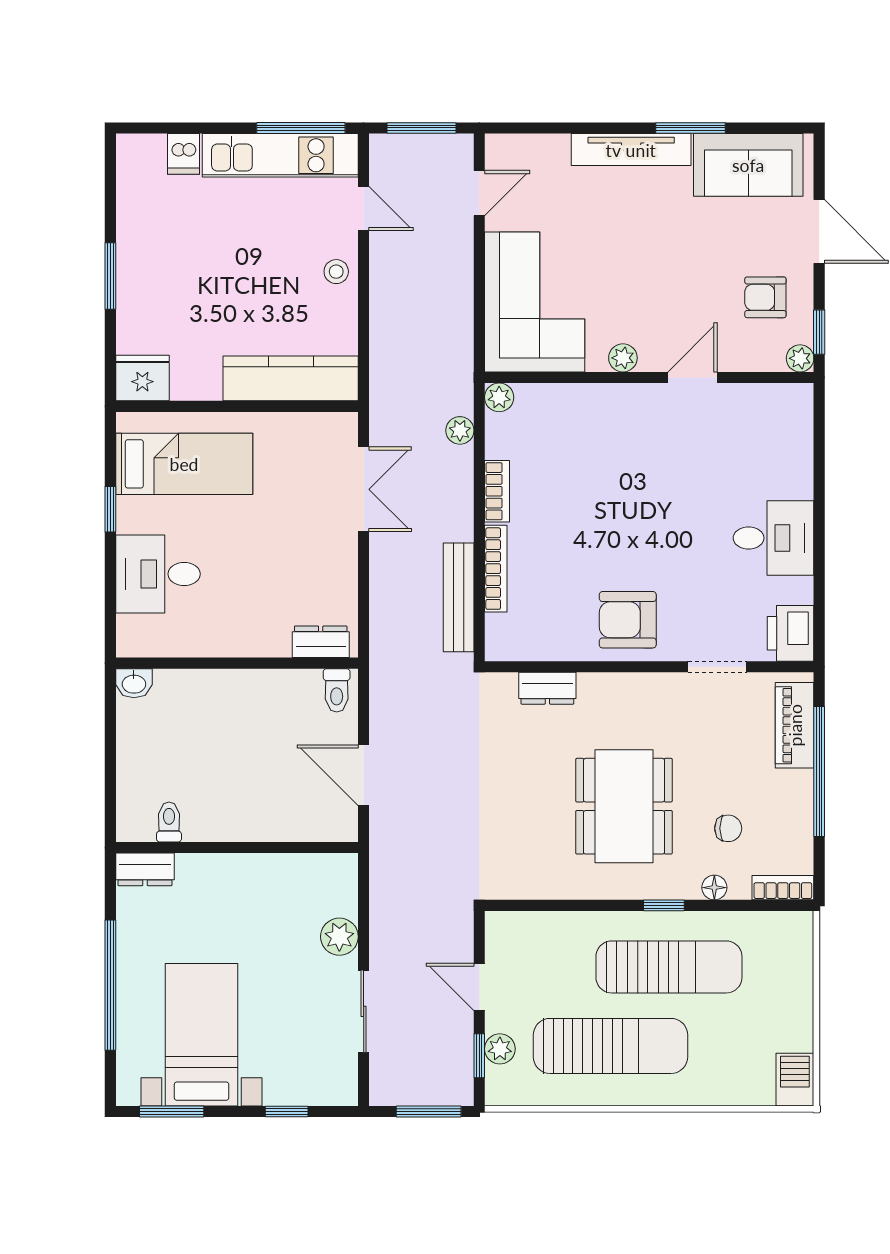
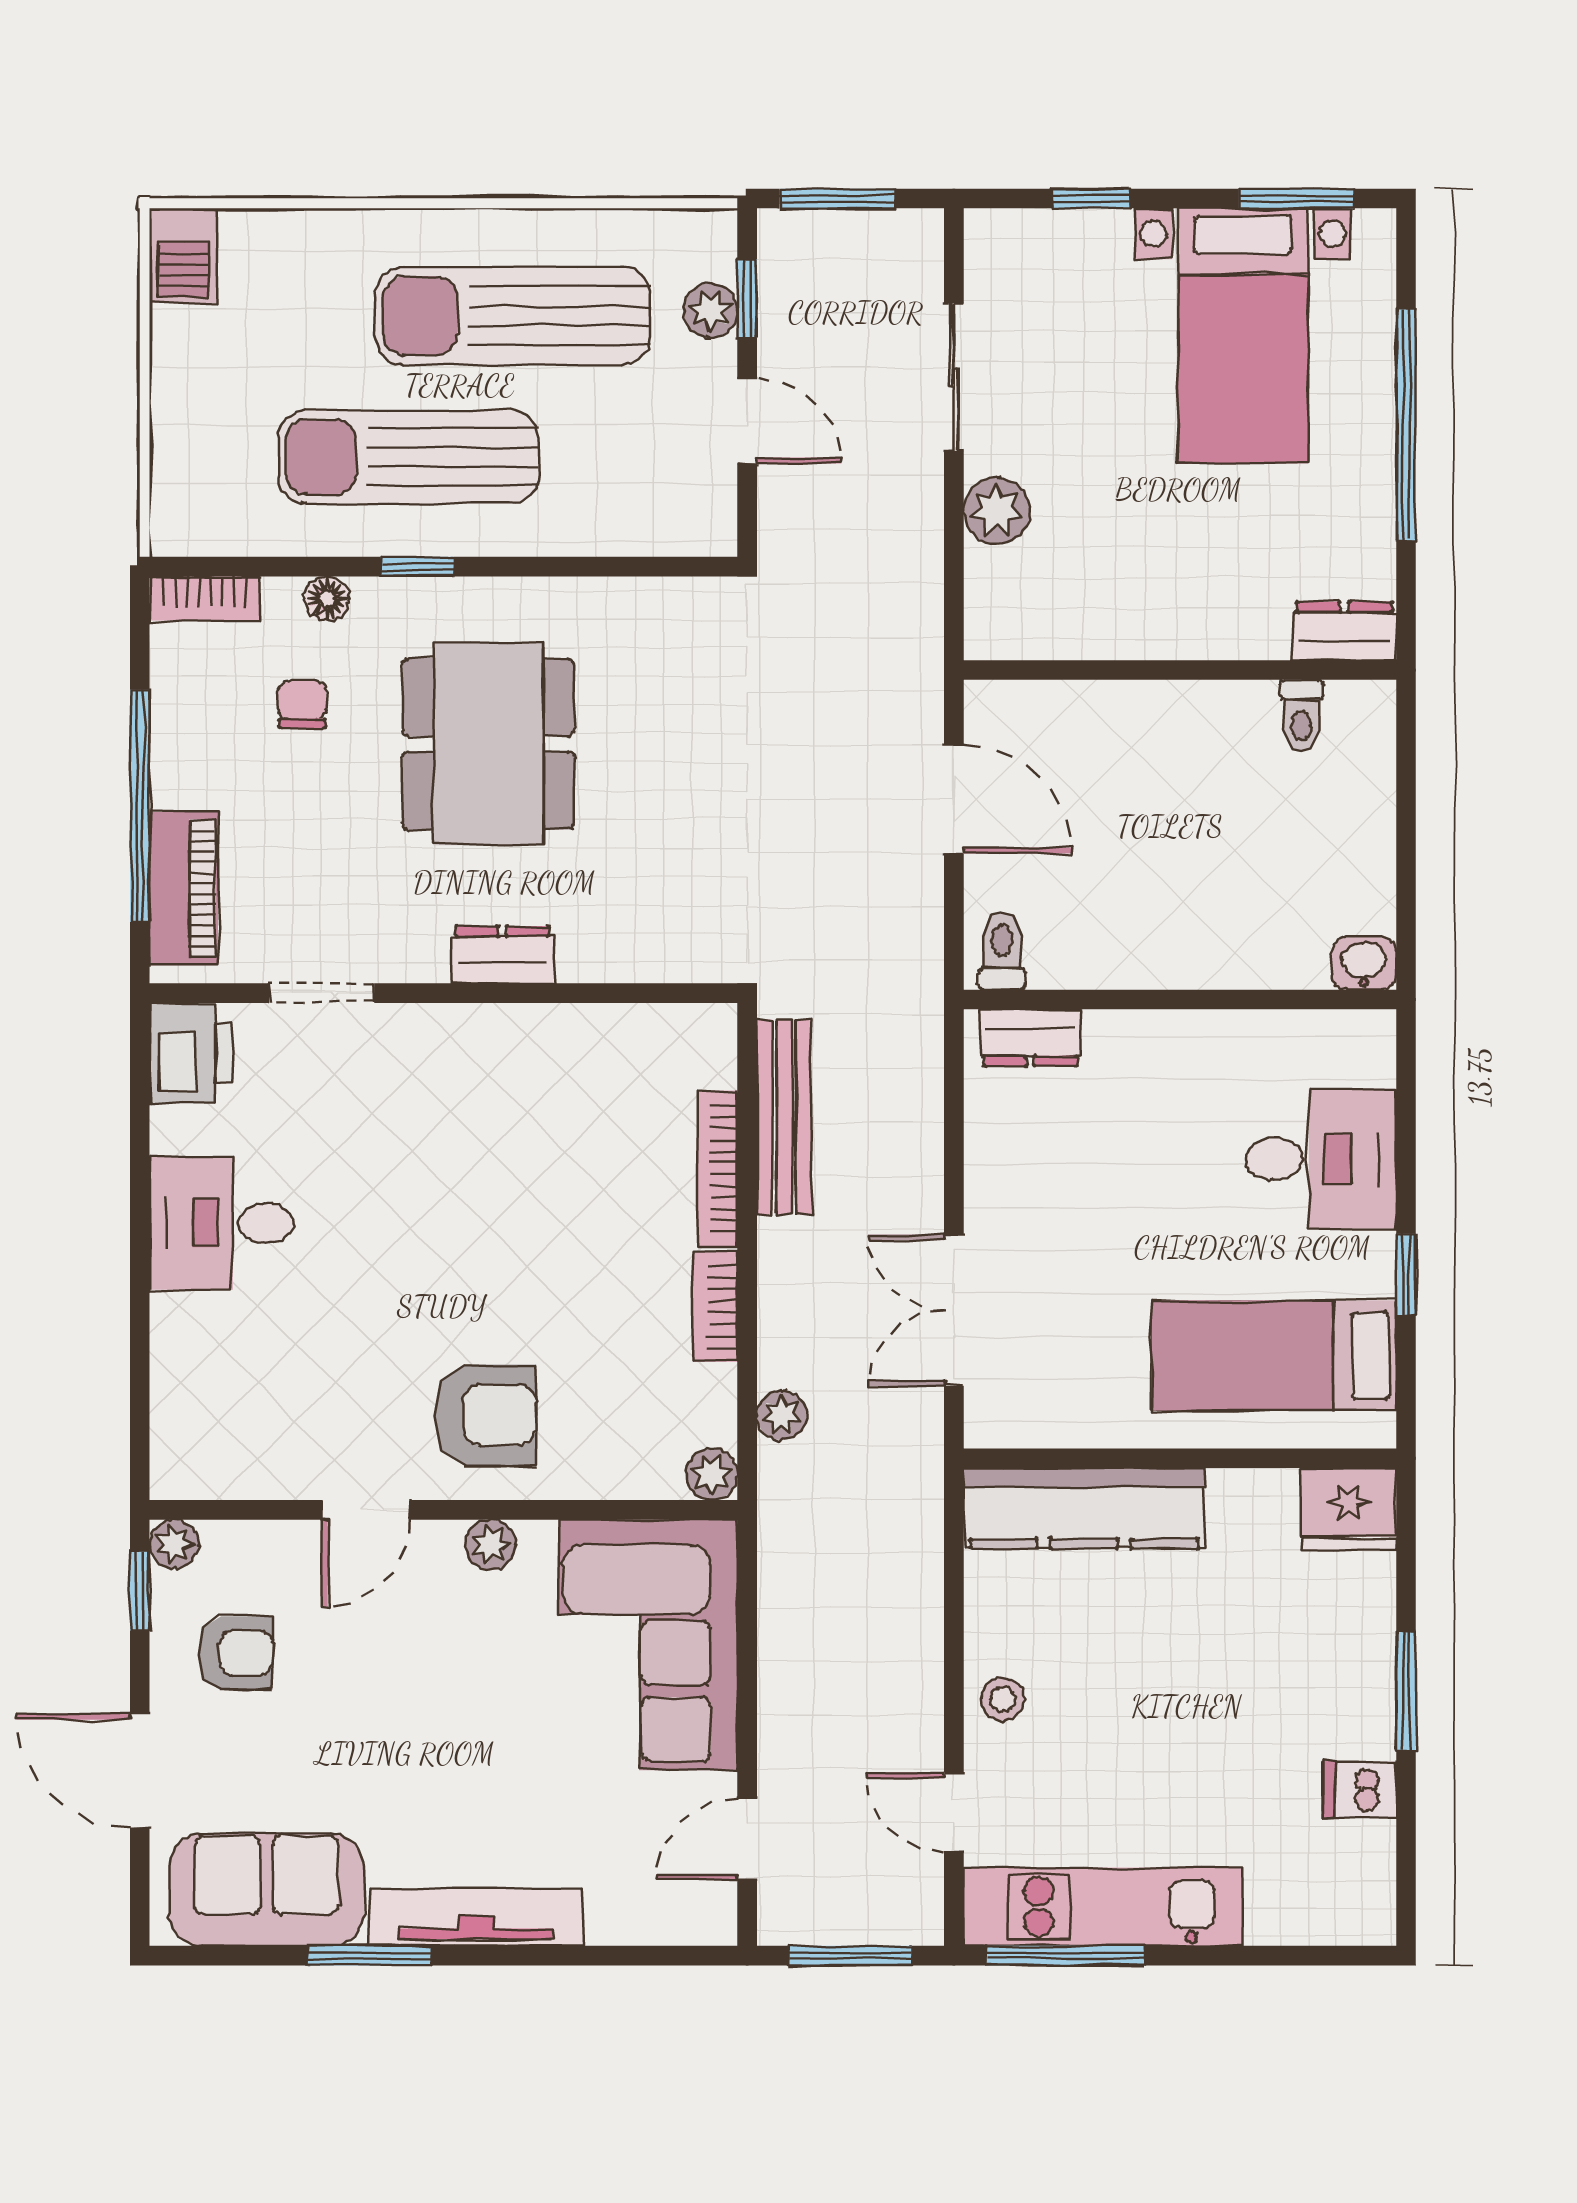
dishwasher: (184, 154) -> (1360, 1789), moved, turned -90
armchair: (628, 620) -> (486, 1415), moved
dresser: (547, 688) -> (502, 955), moved
chair: (728, 828) -> (302, 704), turned 90

